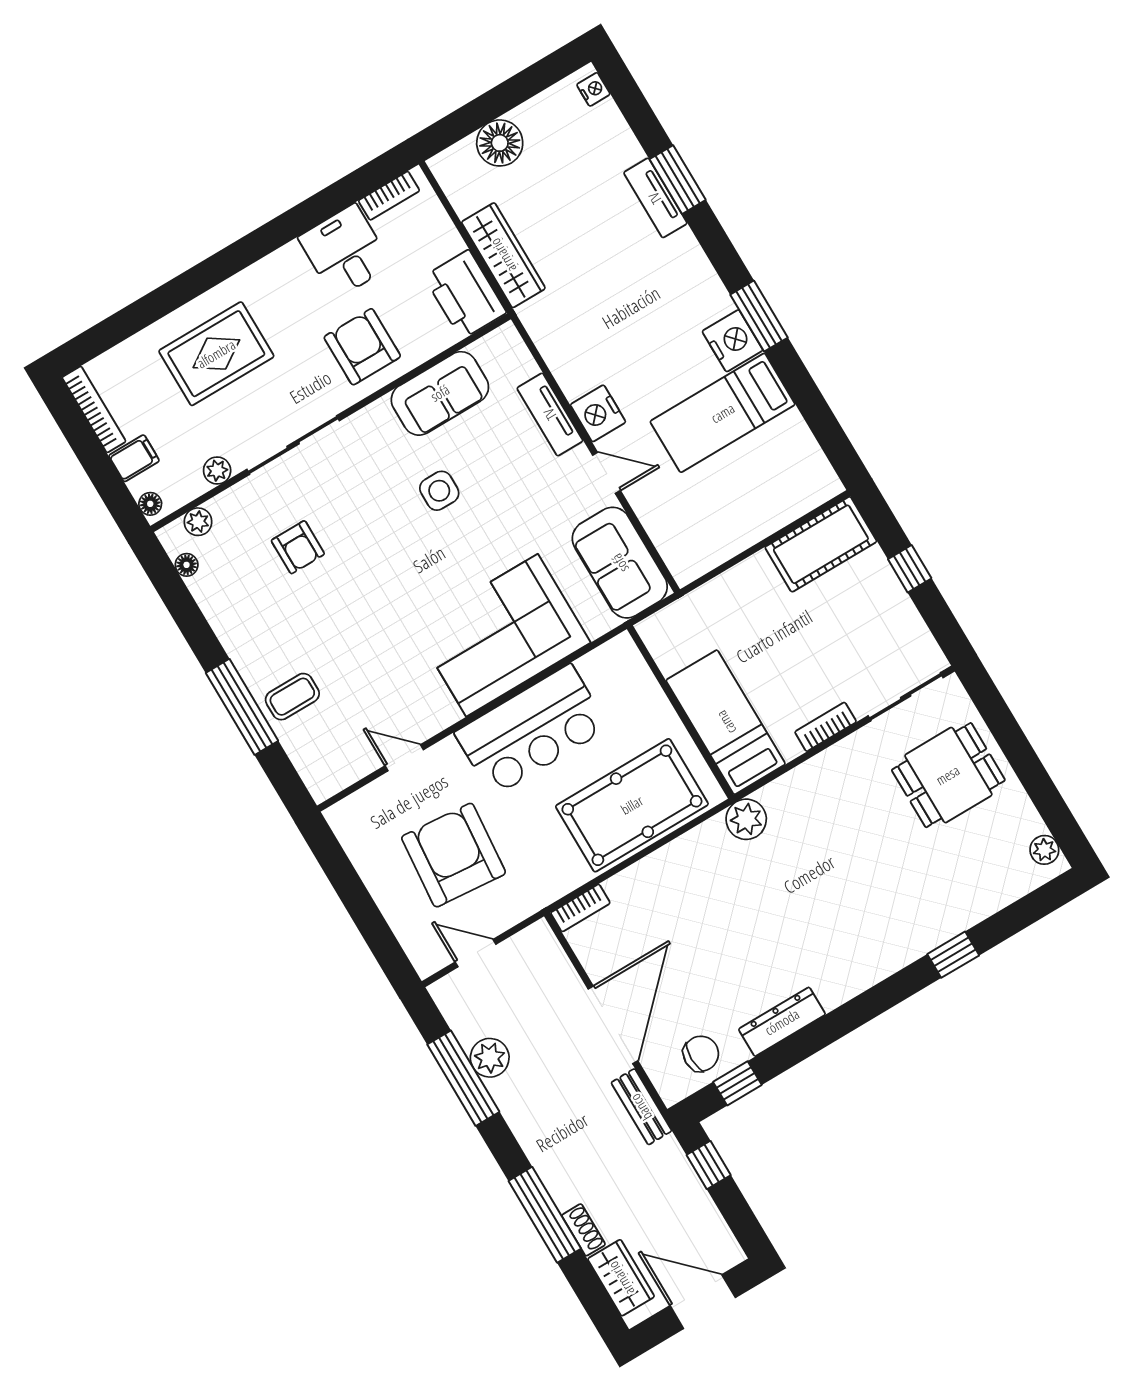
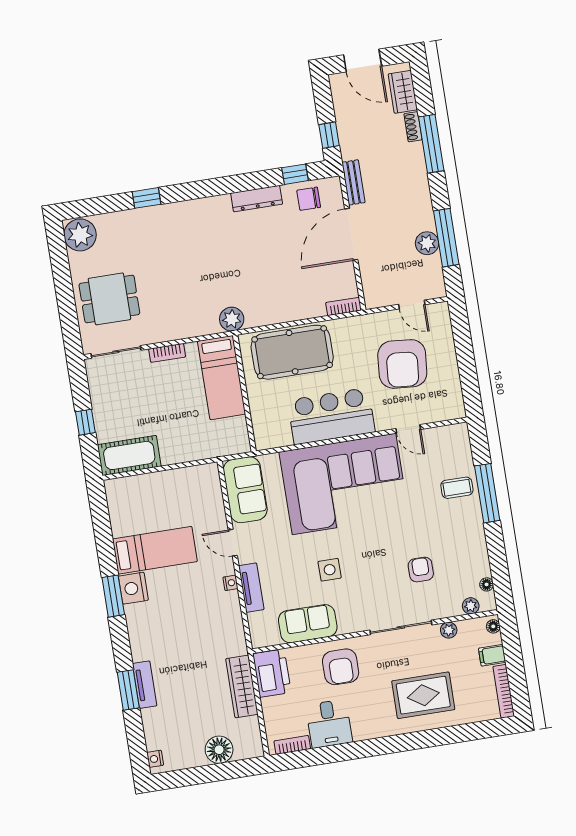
nightstand: (598, 413) -> (230, 583), width x0.53, depth x0.56
corner sofa: (502, 635) -> (344, 484), width x1.36, depth x1.36
plant: (1044, 850) -> (80, 235), width x1.87, depth x1.87

